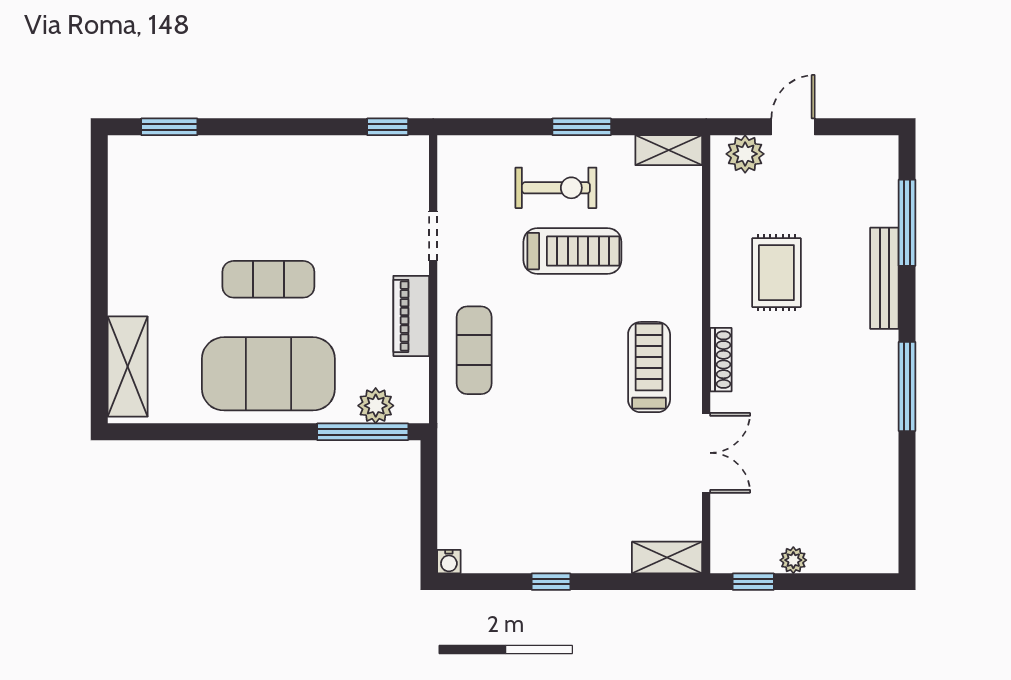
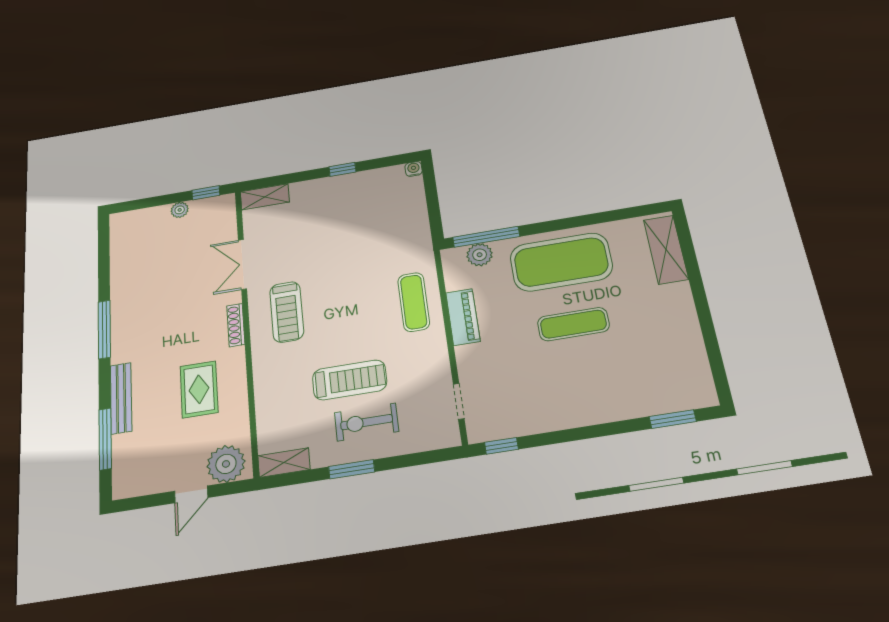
plant: (745, 154) -> (226, 464), width x1.36, depth x1.36
doorway: (433, 236) -> (459, 401), moved
treadmill: (572, 251) -> (350, 380), turned 180

